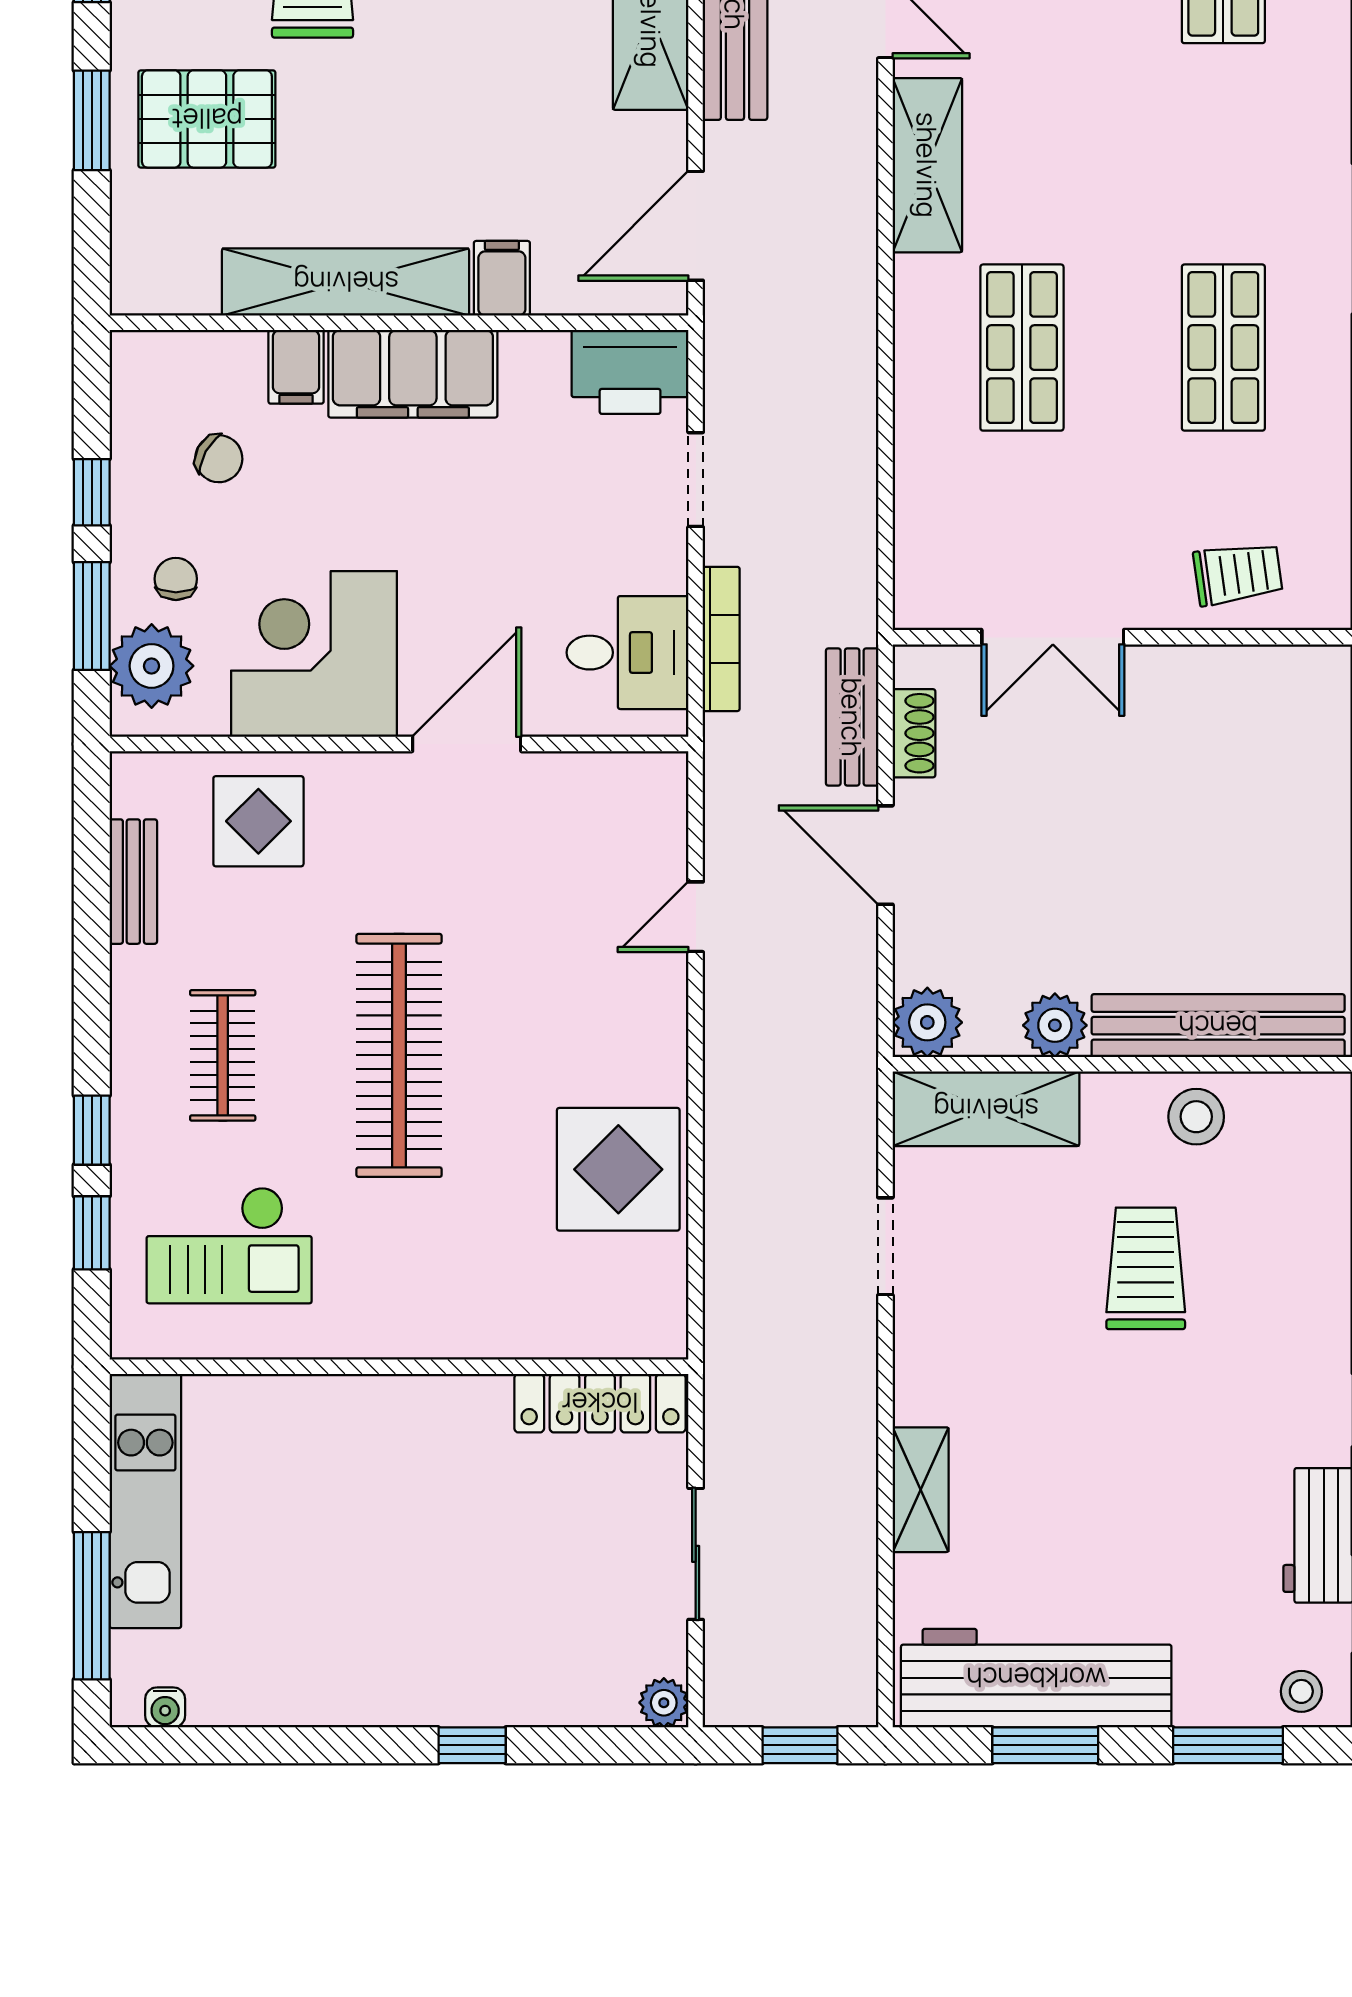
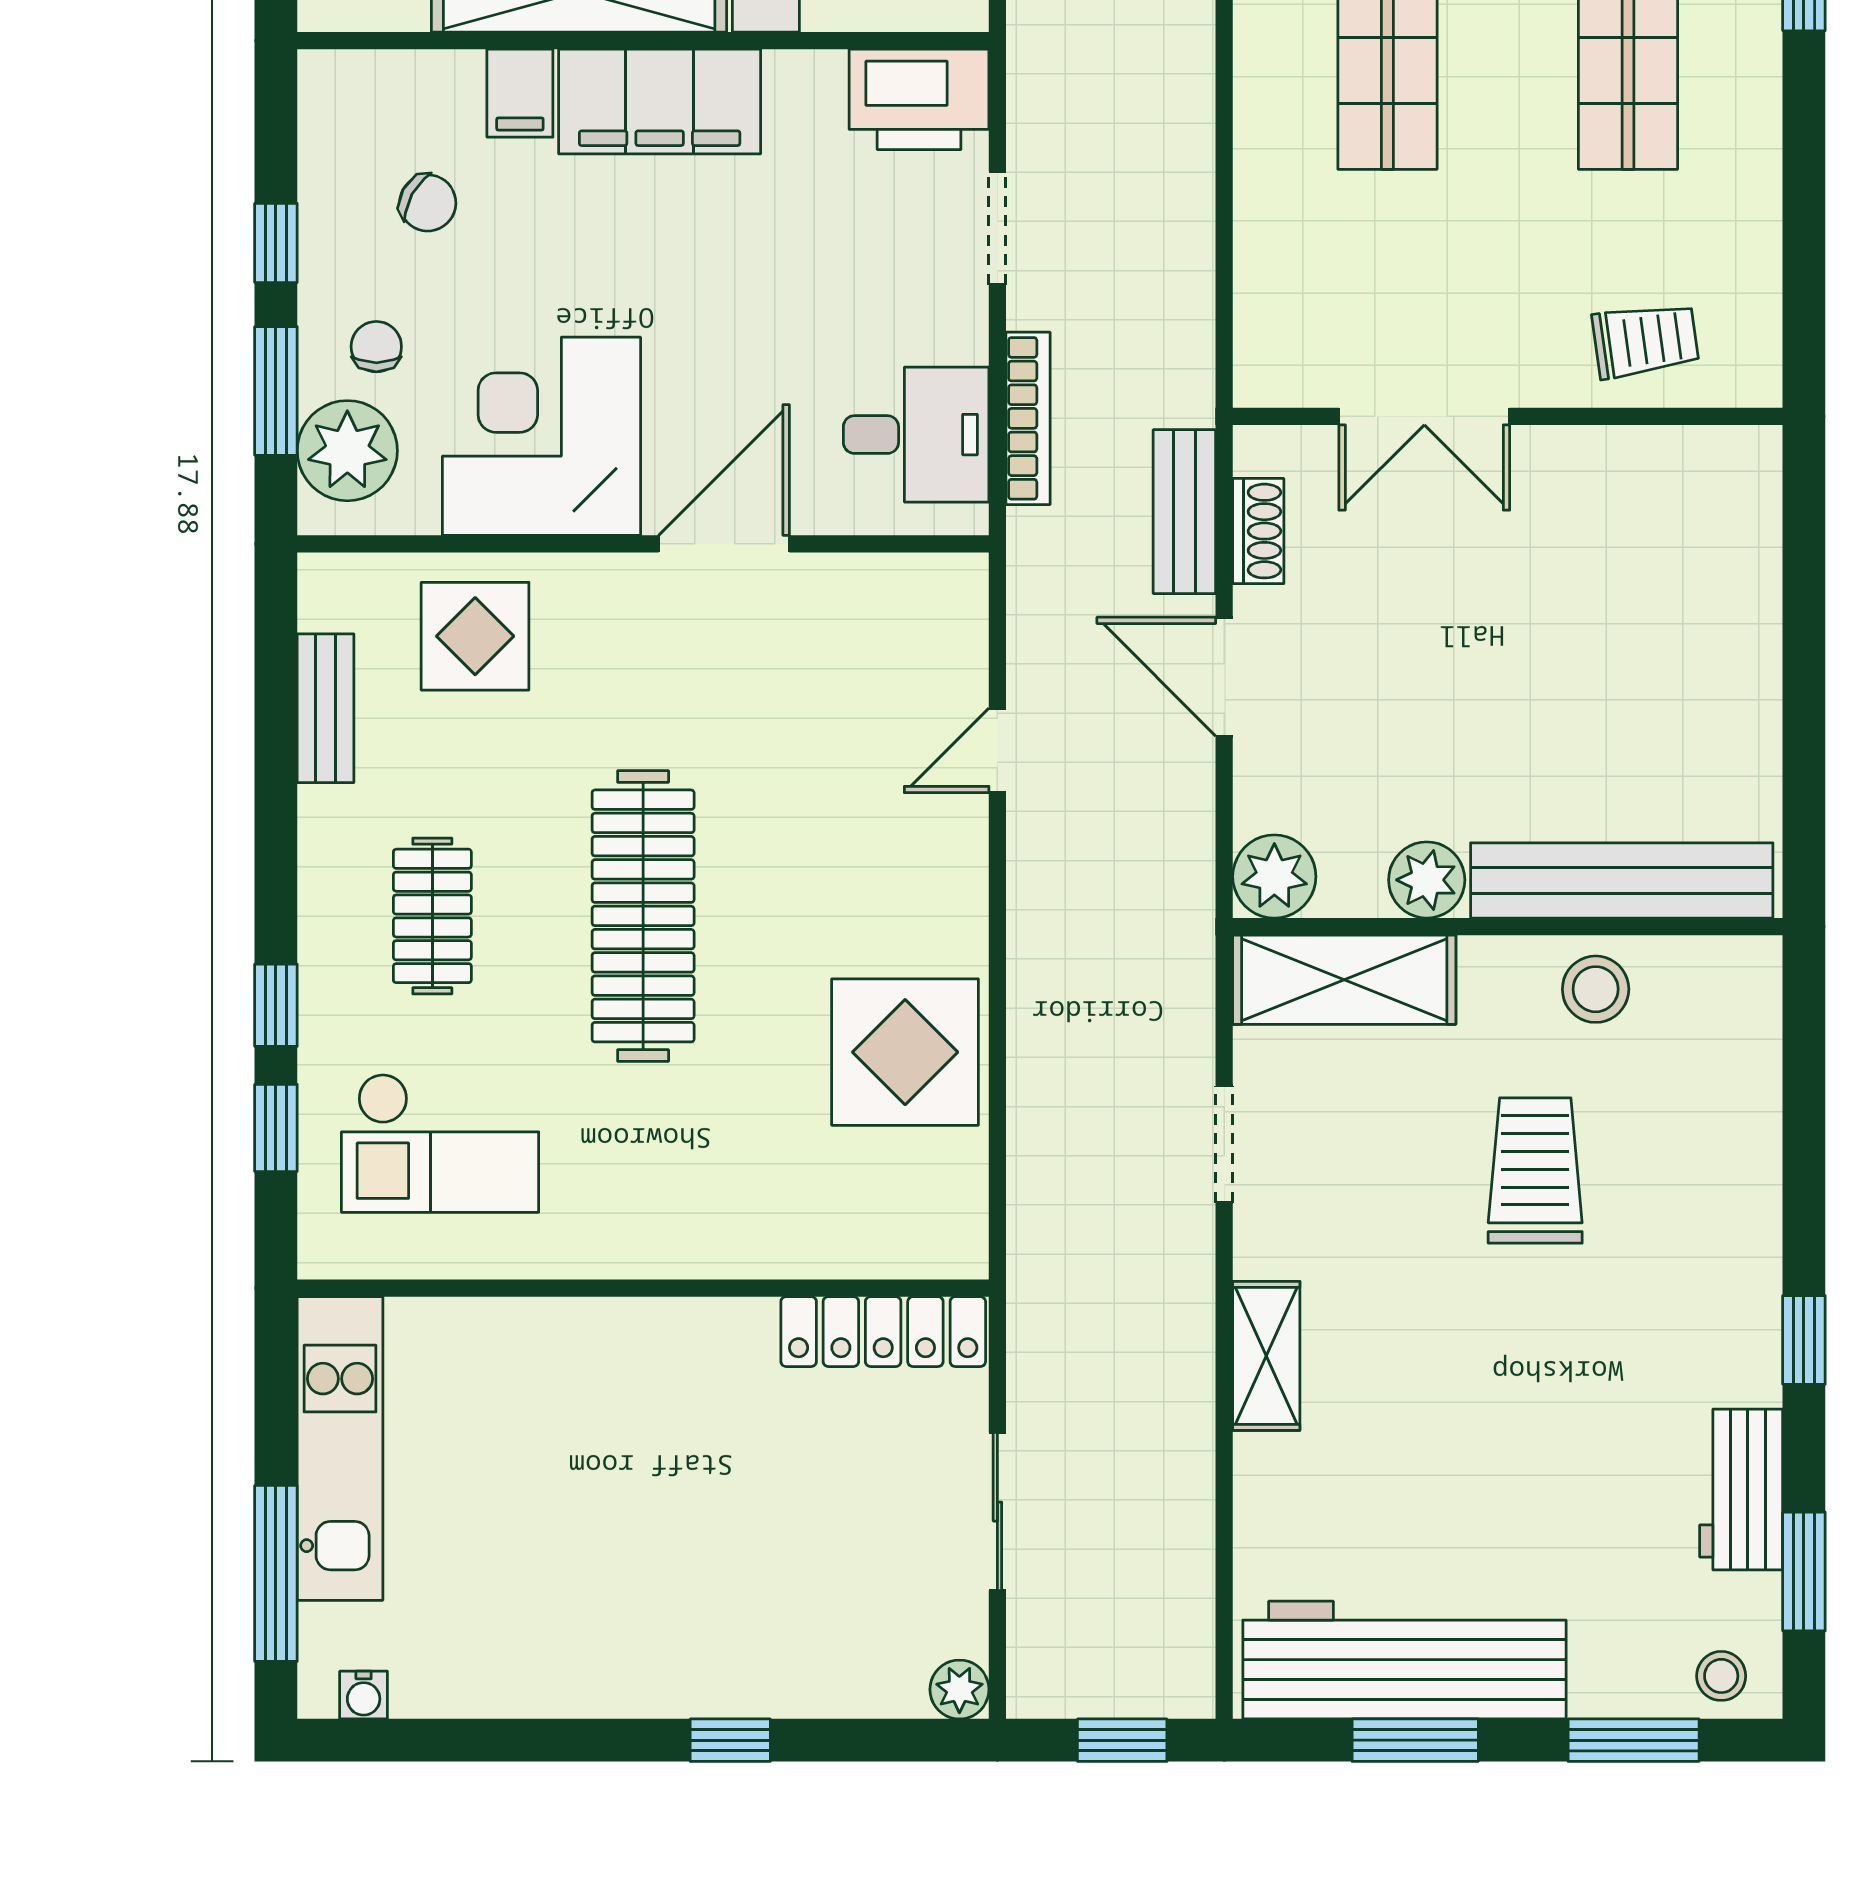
shelving: (921, 1490) -> (1266, 1356), moved

